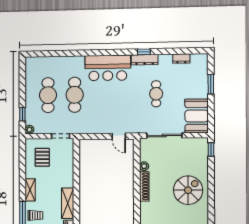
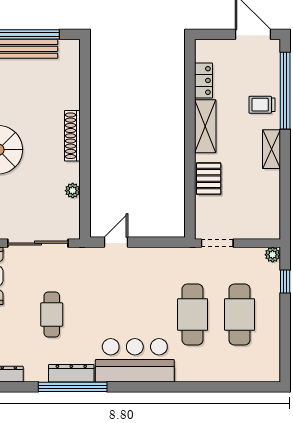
window: (144, 52) -> (73, 387), width x3.17
door: (119, 136) -> (116, 242), hinge flipped
pallet: (42, 157) -> (209, 179), moved
shoe rack: (144, 186) -> (72, 136), moved

